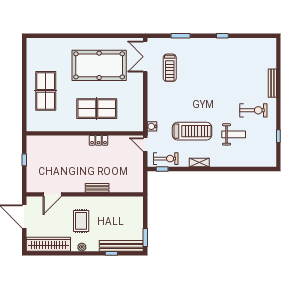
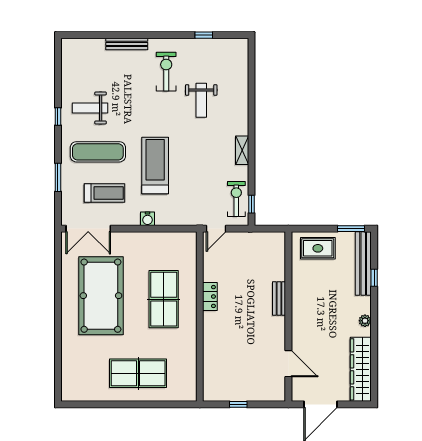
weight bench: (228, 58) -> (90, 108), added
exercise mat: (198, 63) -> (98, 152), added
water cooler: (152, 126) -> (148, 219), moved
treadmill: (192, 131) -> (155, 165), moved
weight bench: (234, 134) -> (201, 100), turned 180
rug: (81, 221) -> (318, 248), moved

